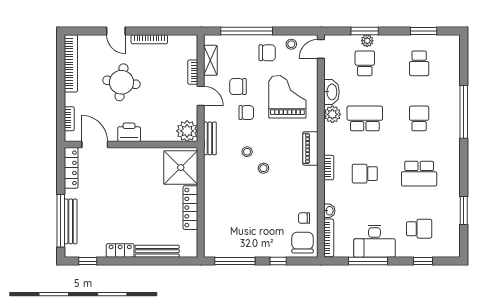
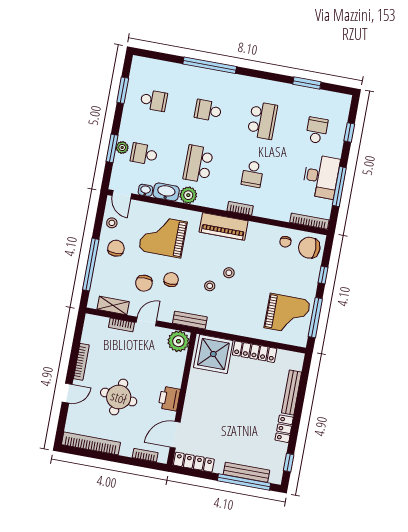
piano: (310, 148) -> (224, 226), width x1.37, depth x1.33
washbasin: (329, 211) -> (145, 190), moved
grand piano: (233, 233) -> (287, 314), added

